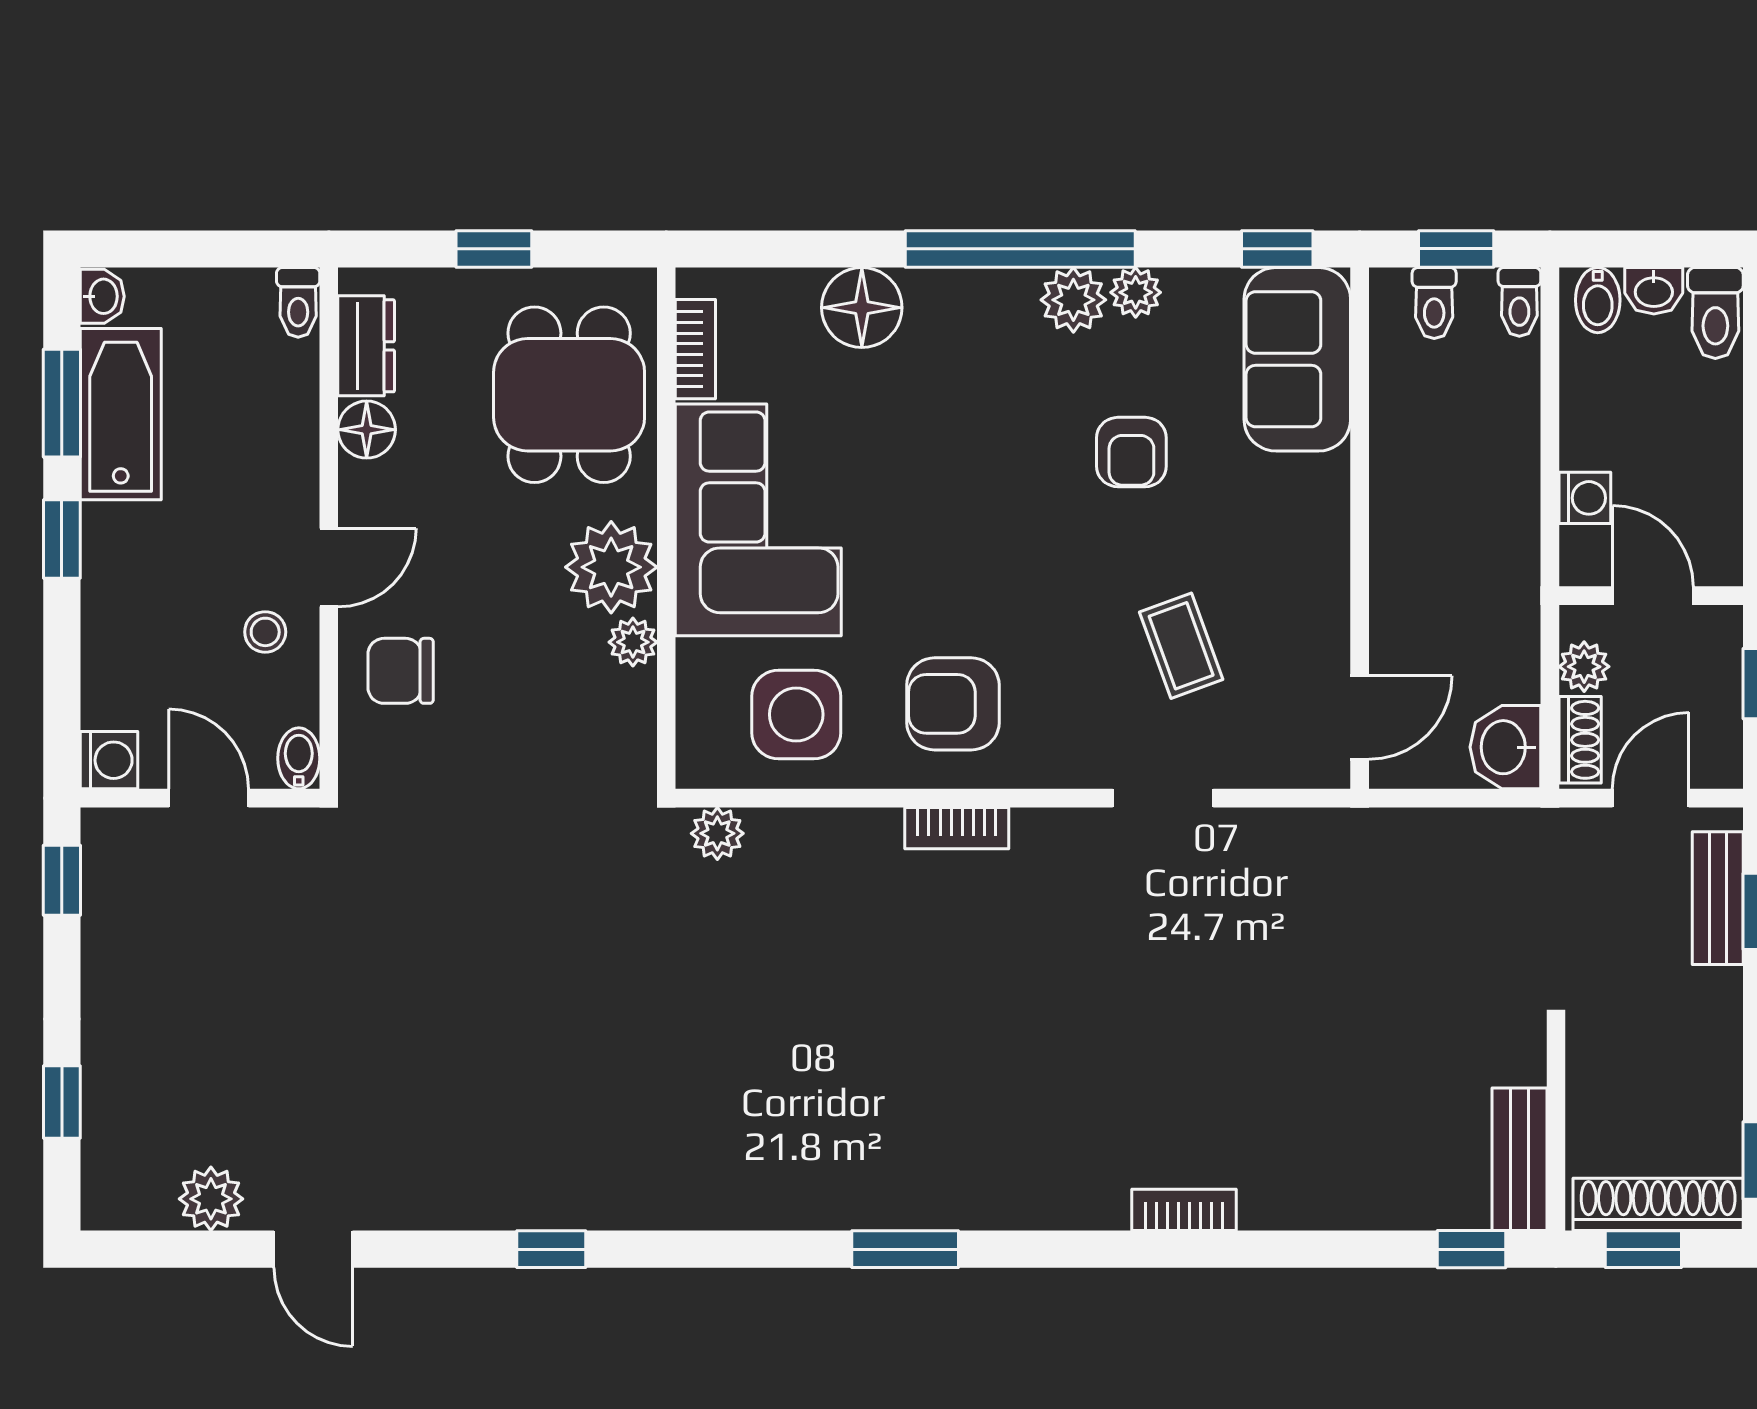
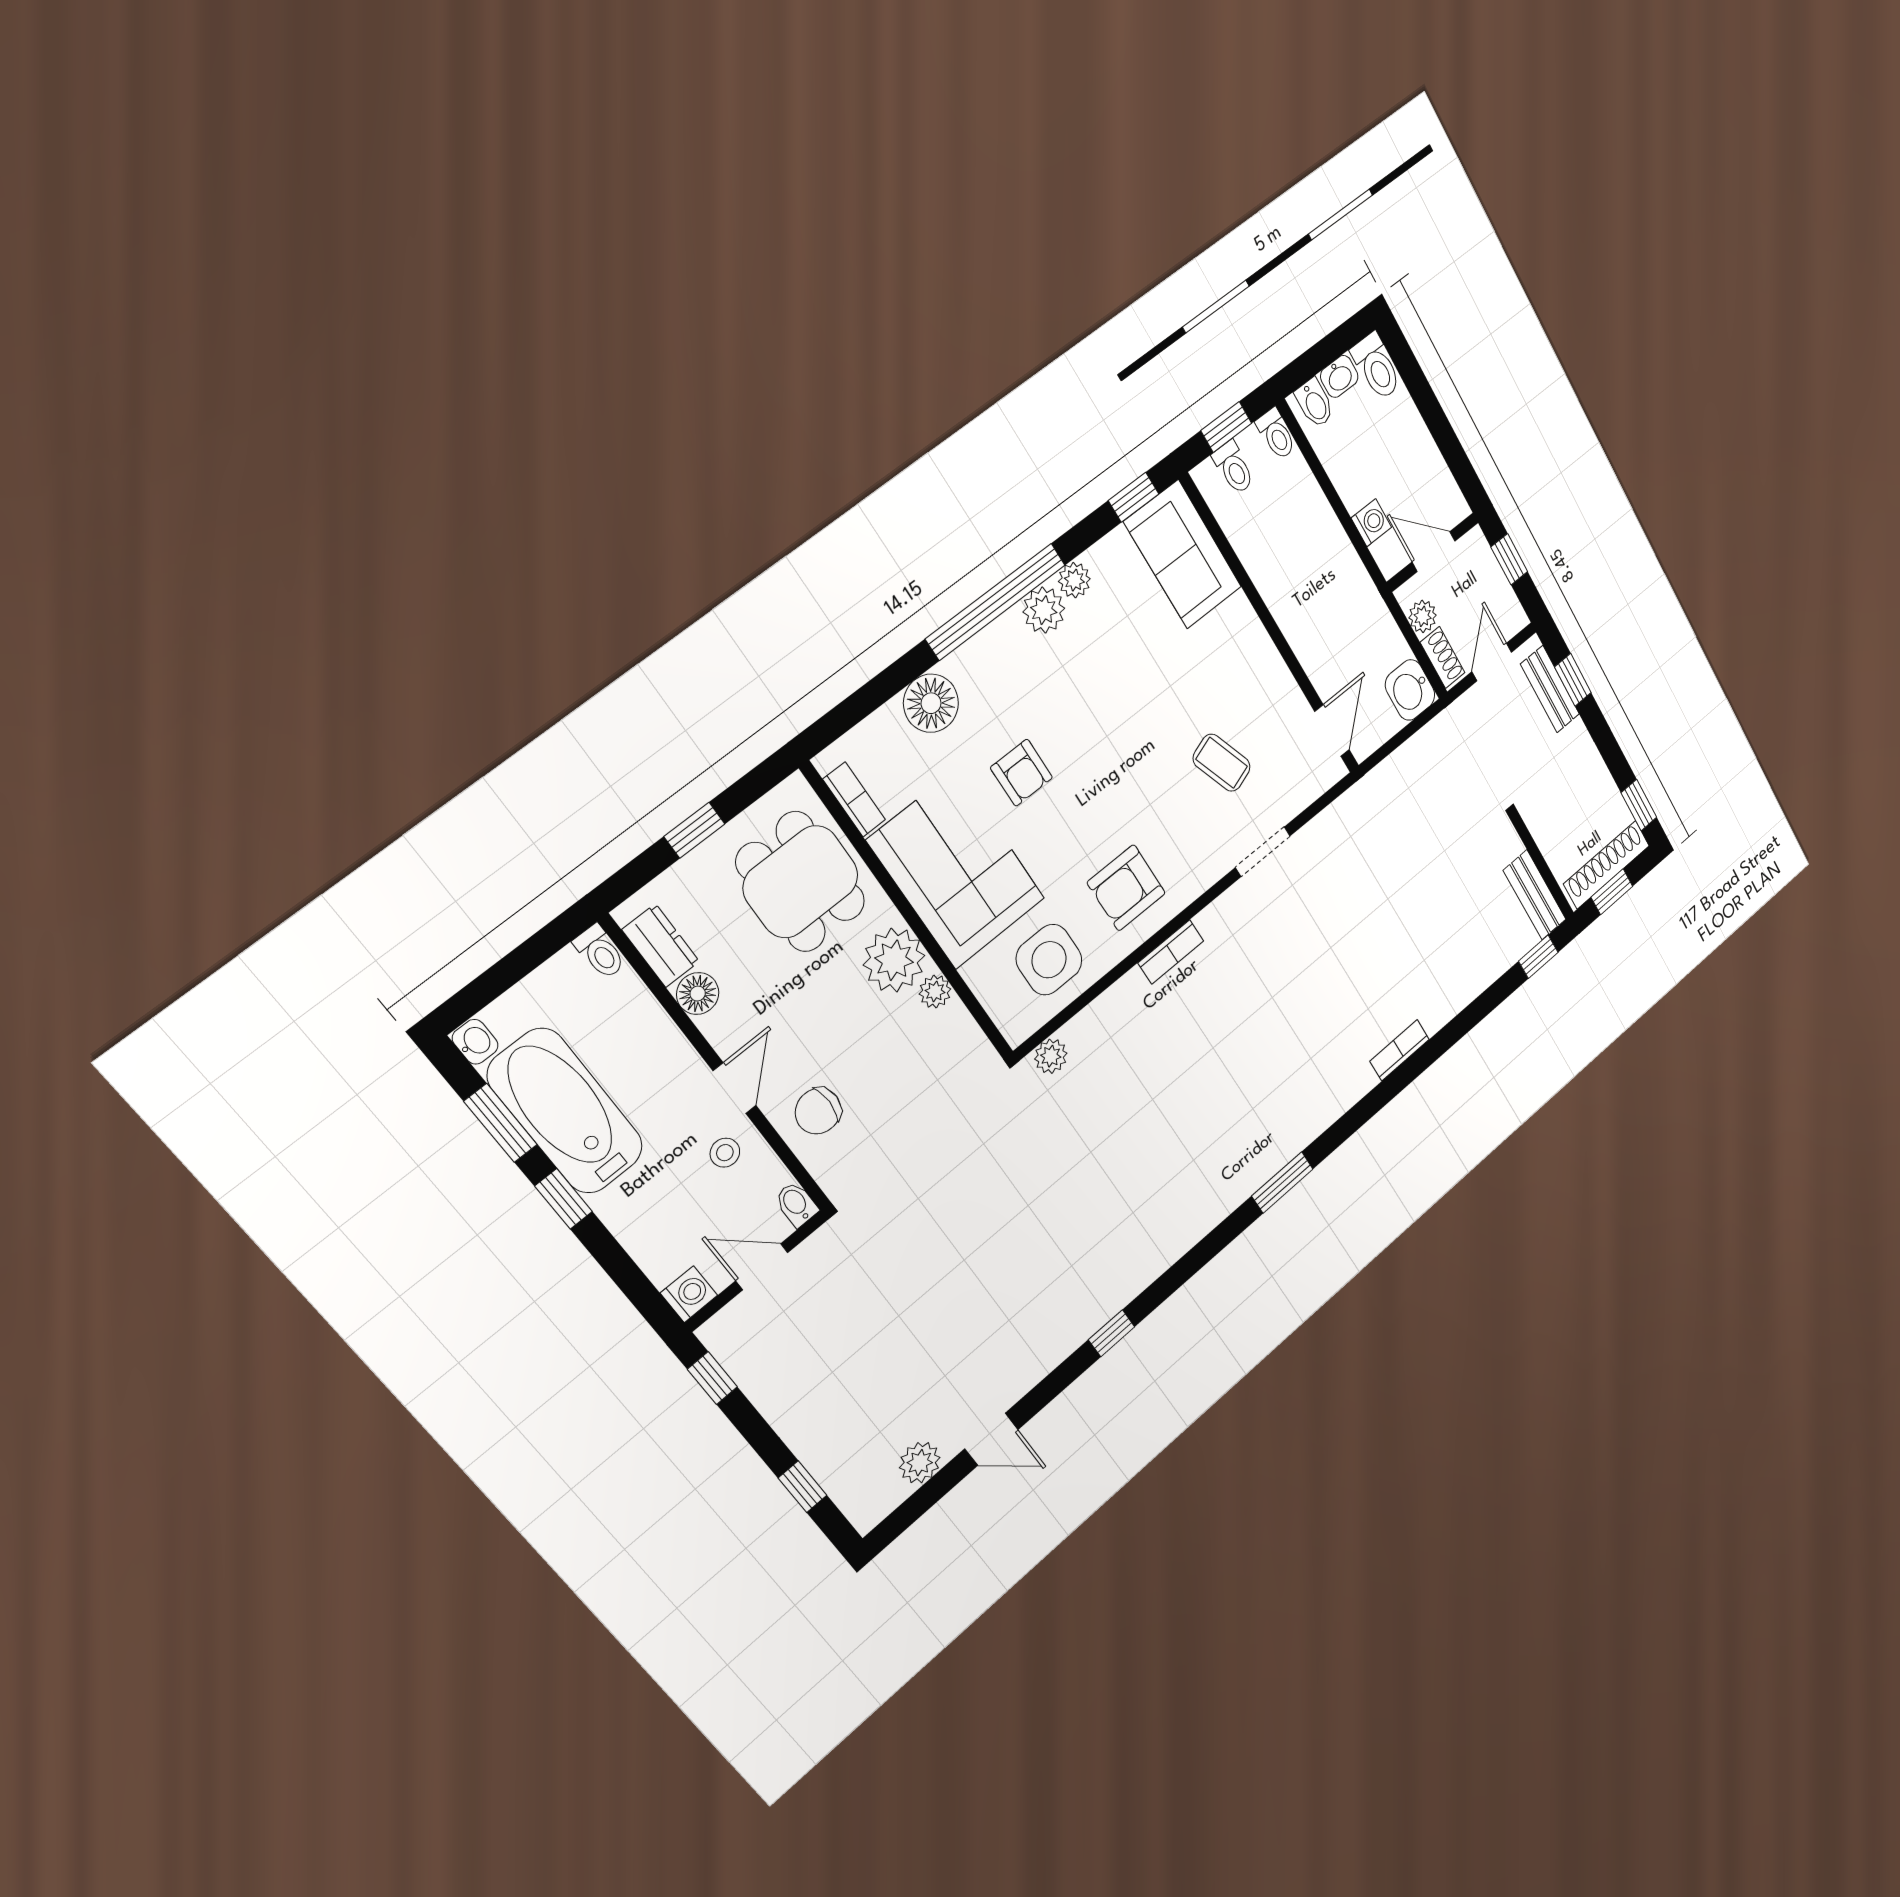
bathtub: (121, 414) -> (566, 1111), width x1.36, depth x1.36
armchair: (1131, 452) -> (1021, 773), moved

